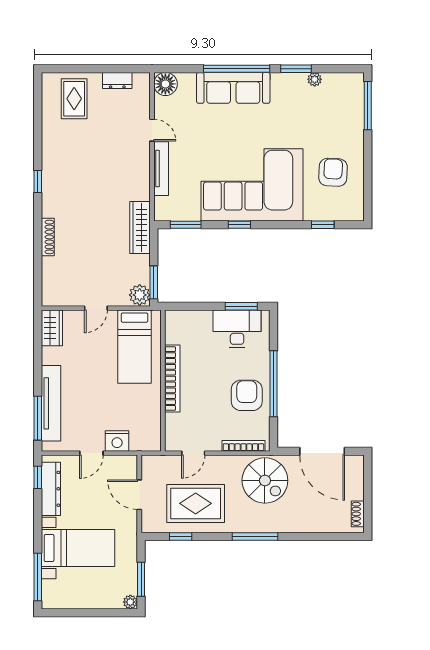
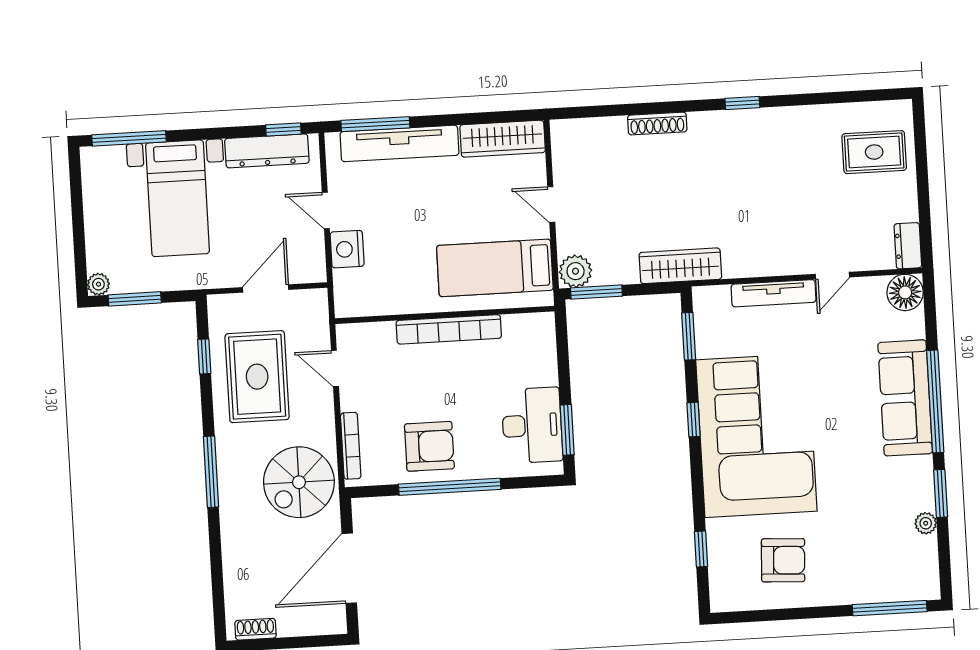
dresser: (117, 80) -> (908, 246), moved
wardrobe: (52, 328) -> (503, 139), width x1.50

